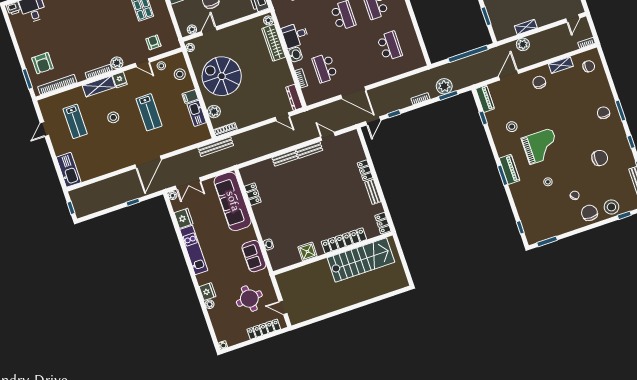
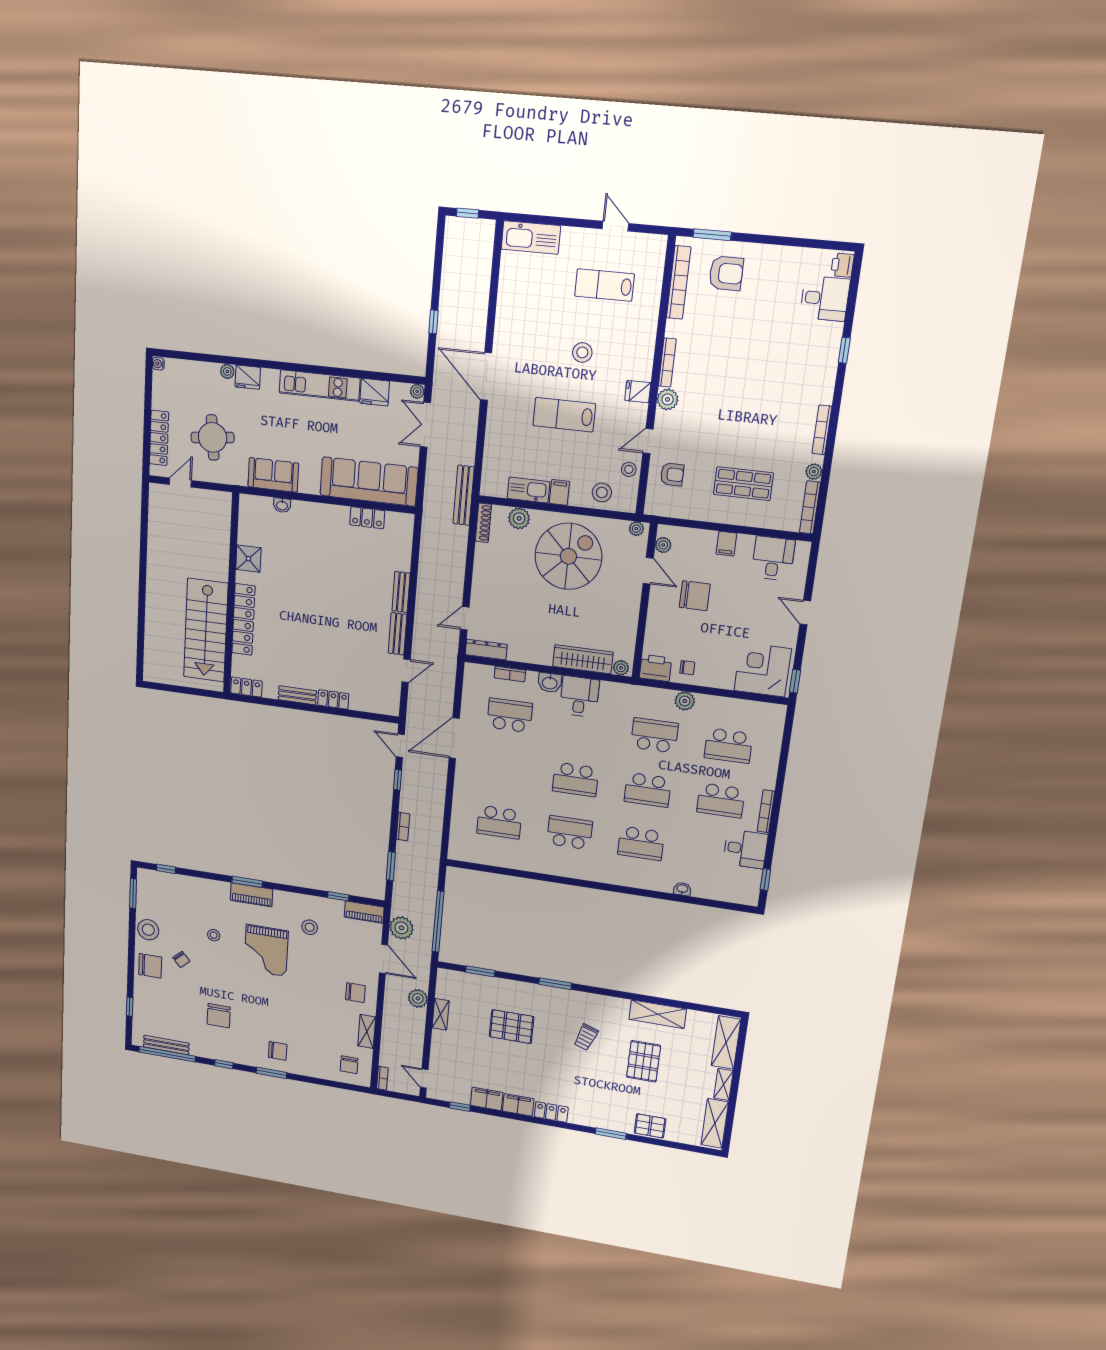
armchair: (43, 63) -> (726, 273), turned 180
shelving: (99, 86) -> (643, 352), removed
plant: (444, 86) -> (401, 928), moved
stool: (611, 207) -> (148, 930), moved

